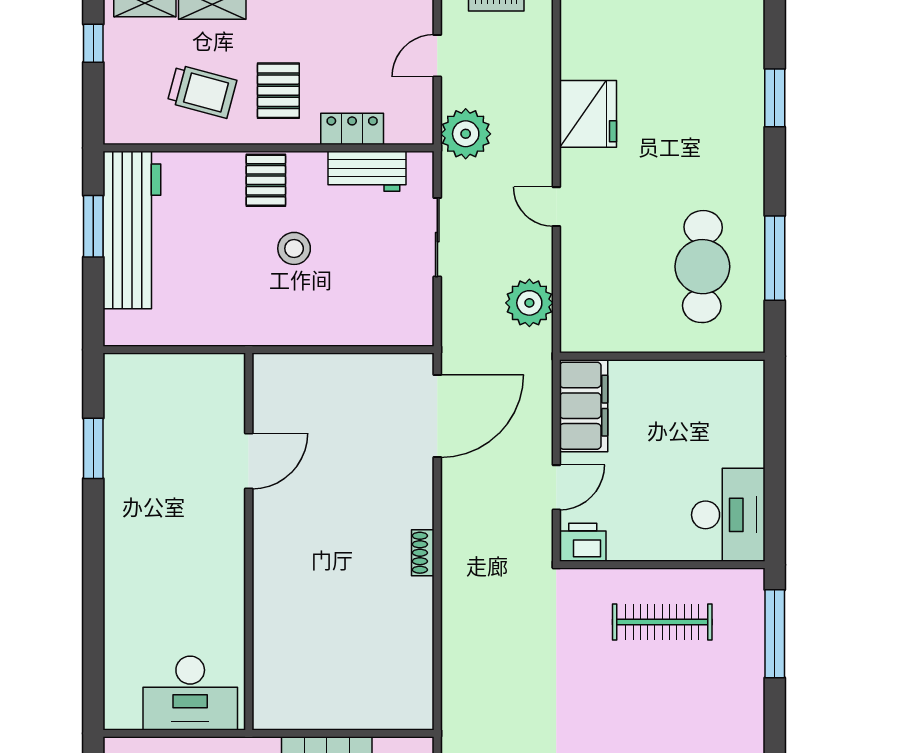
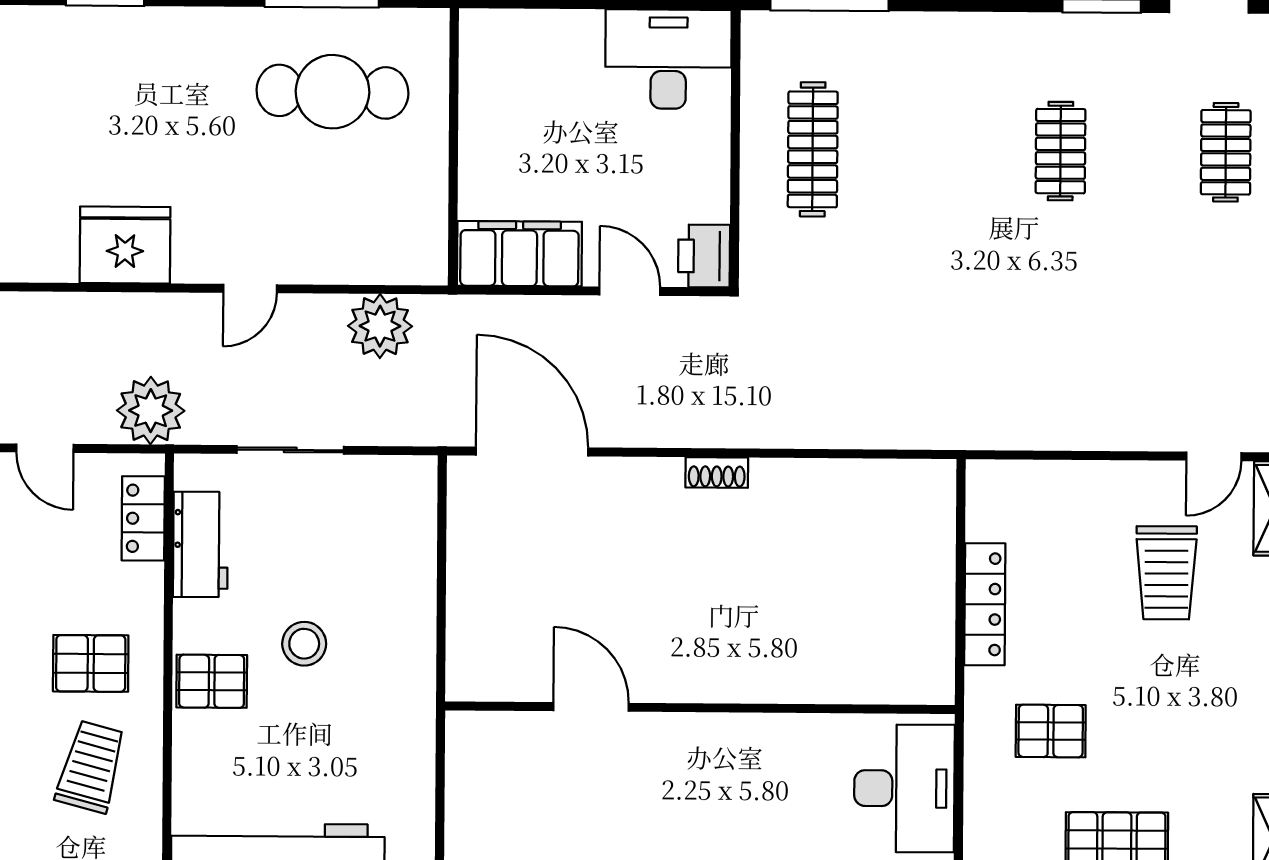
locker: (352, 129) -> (143, 518), moved

